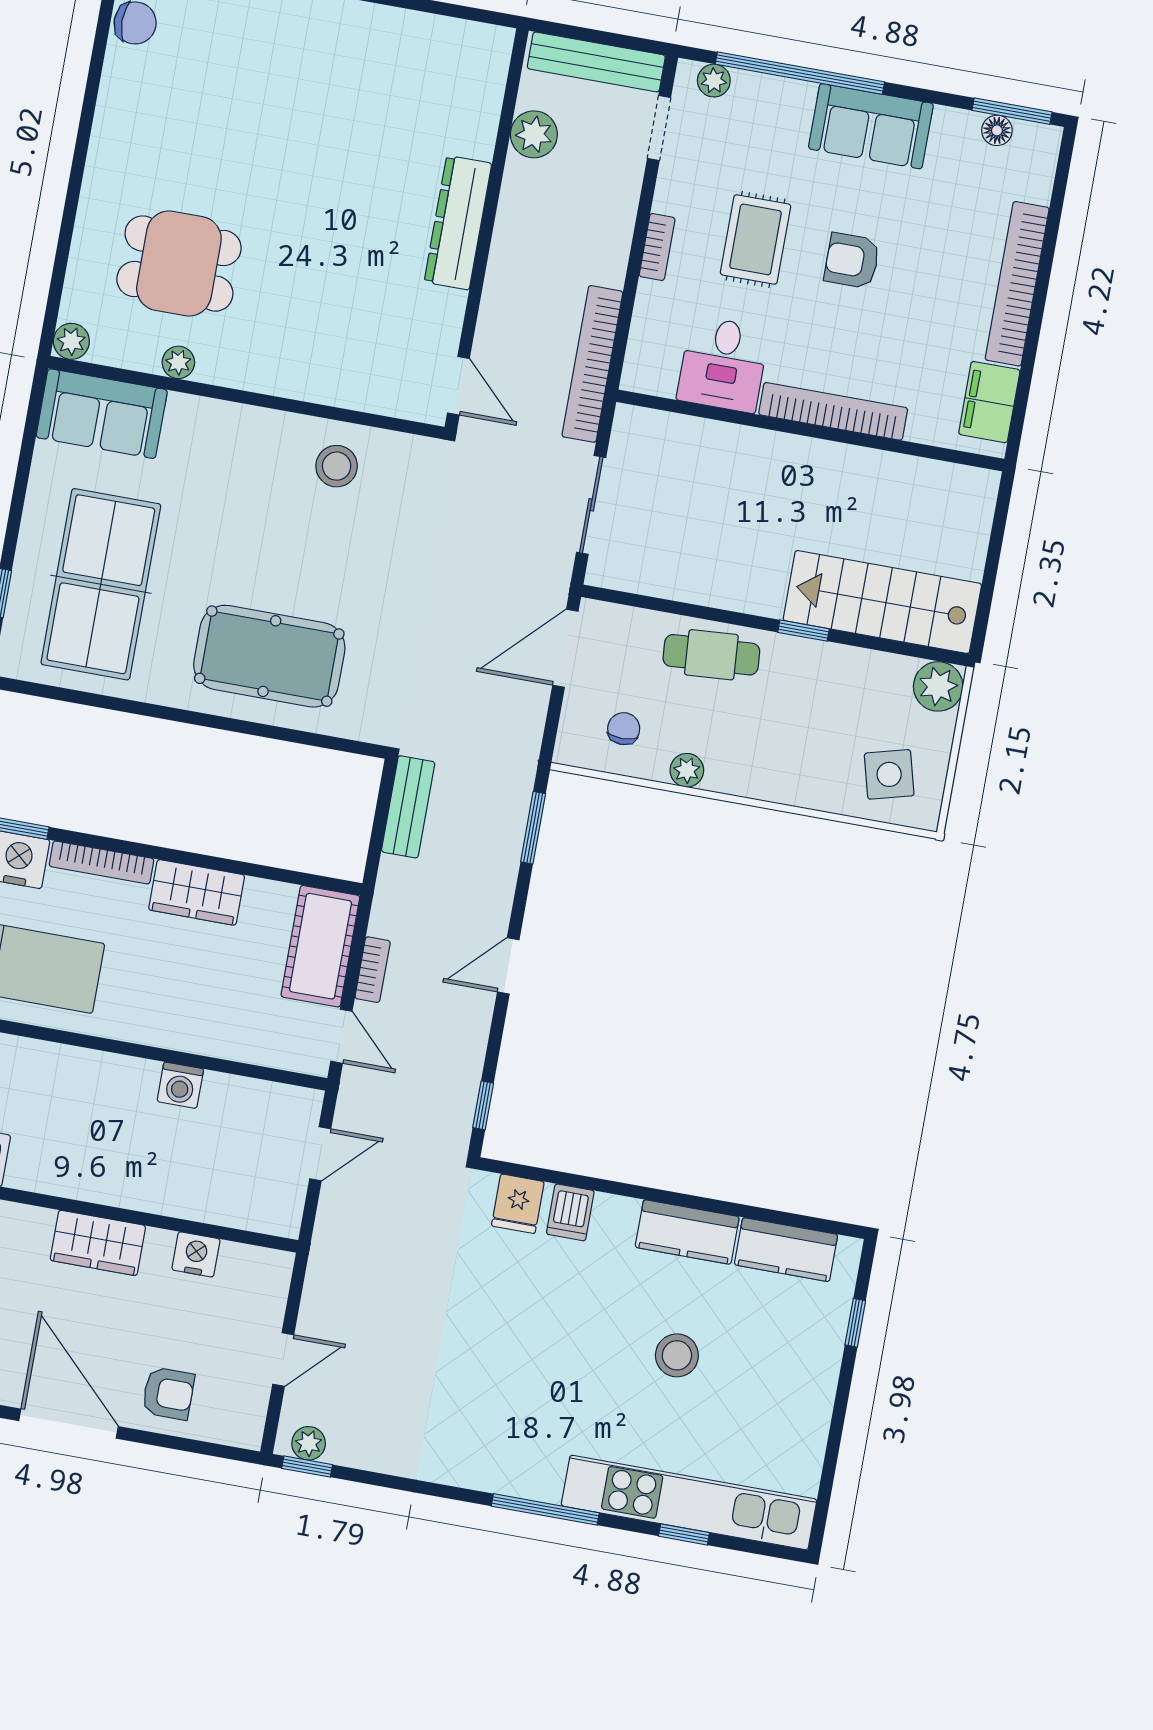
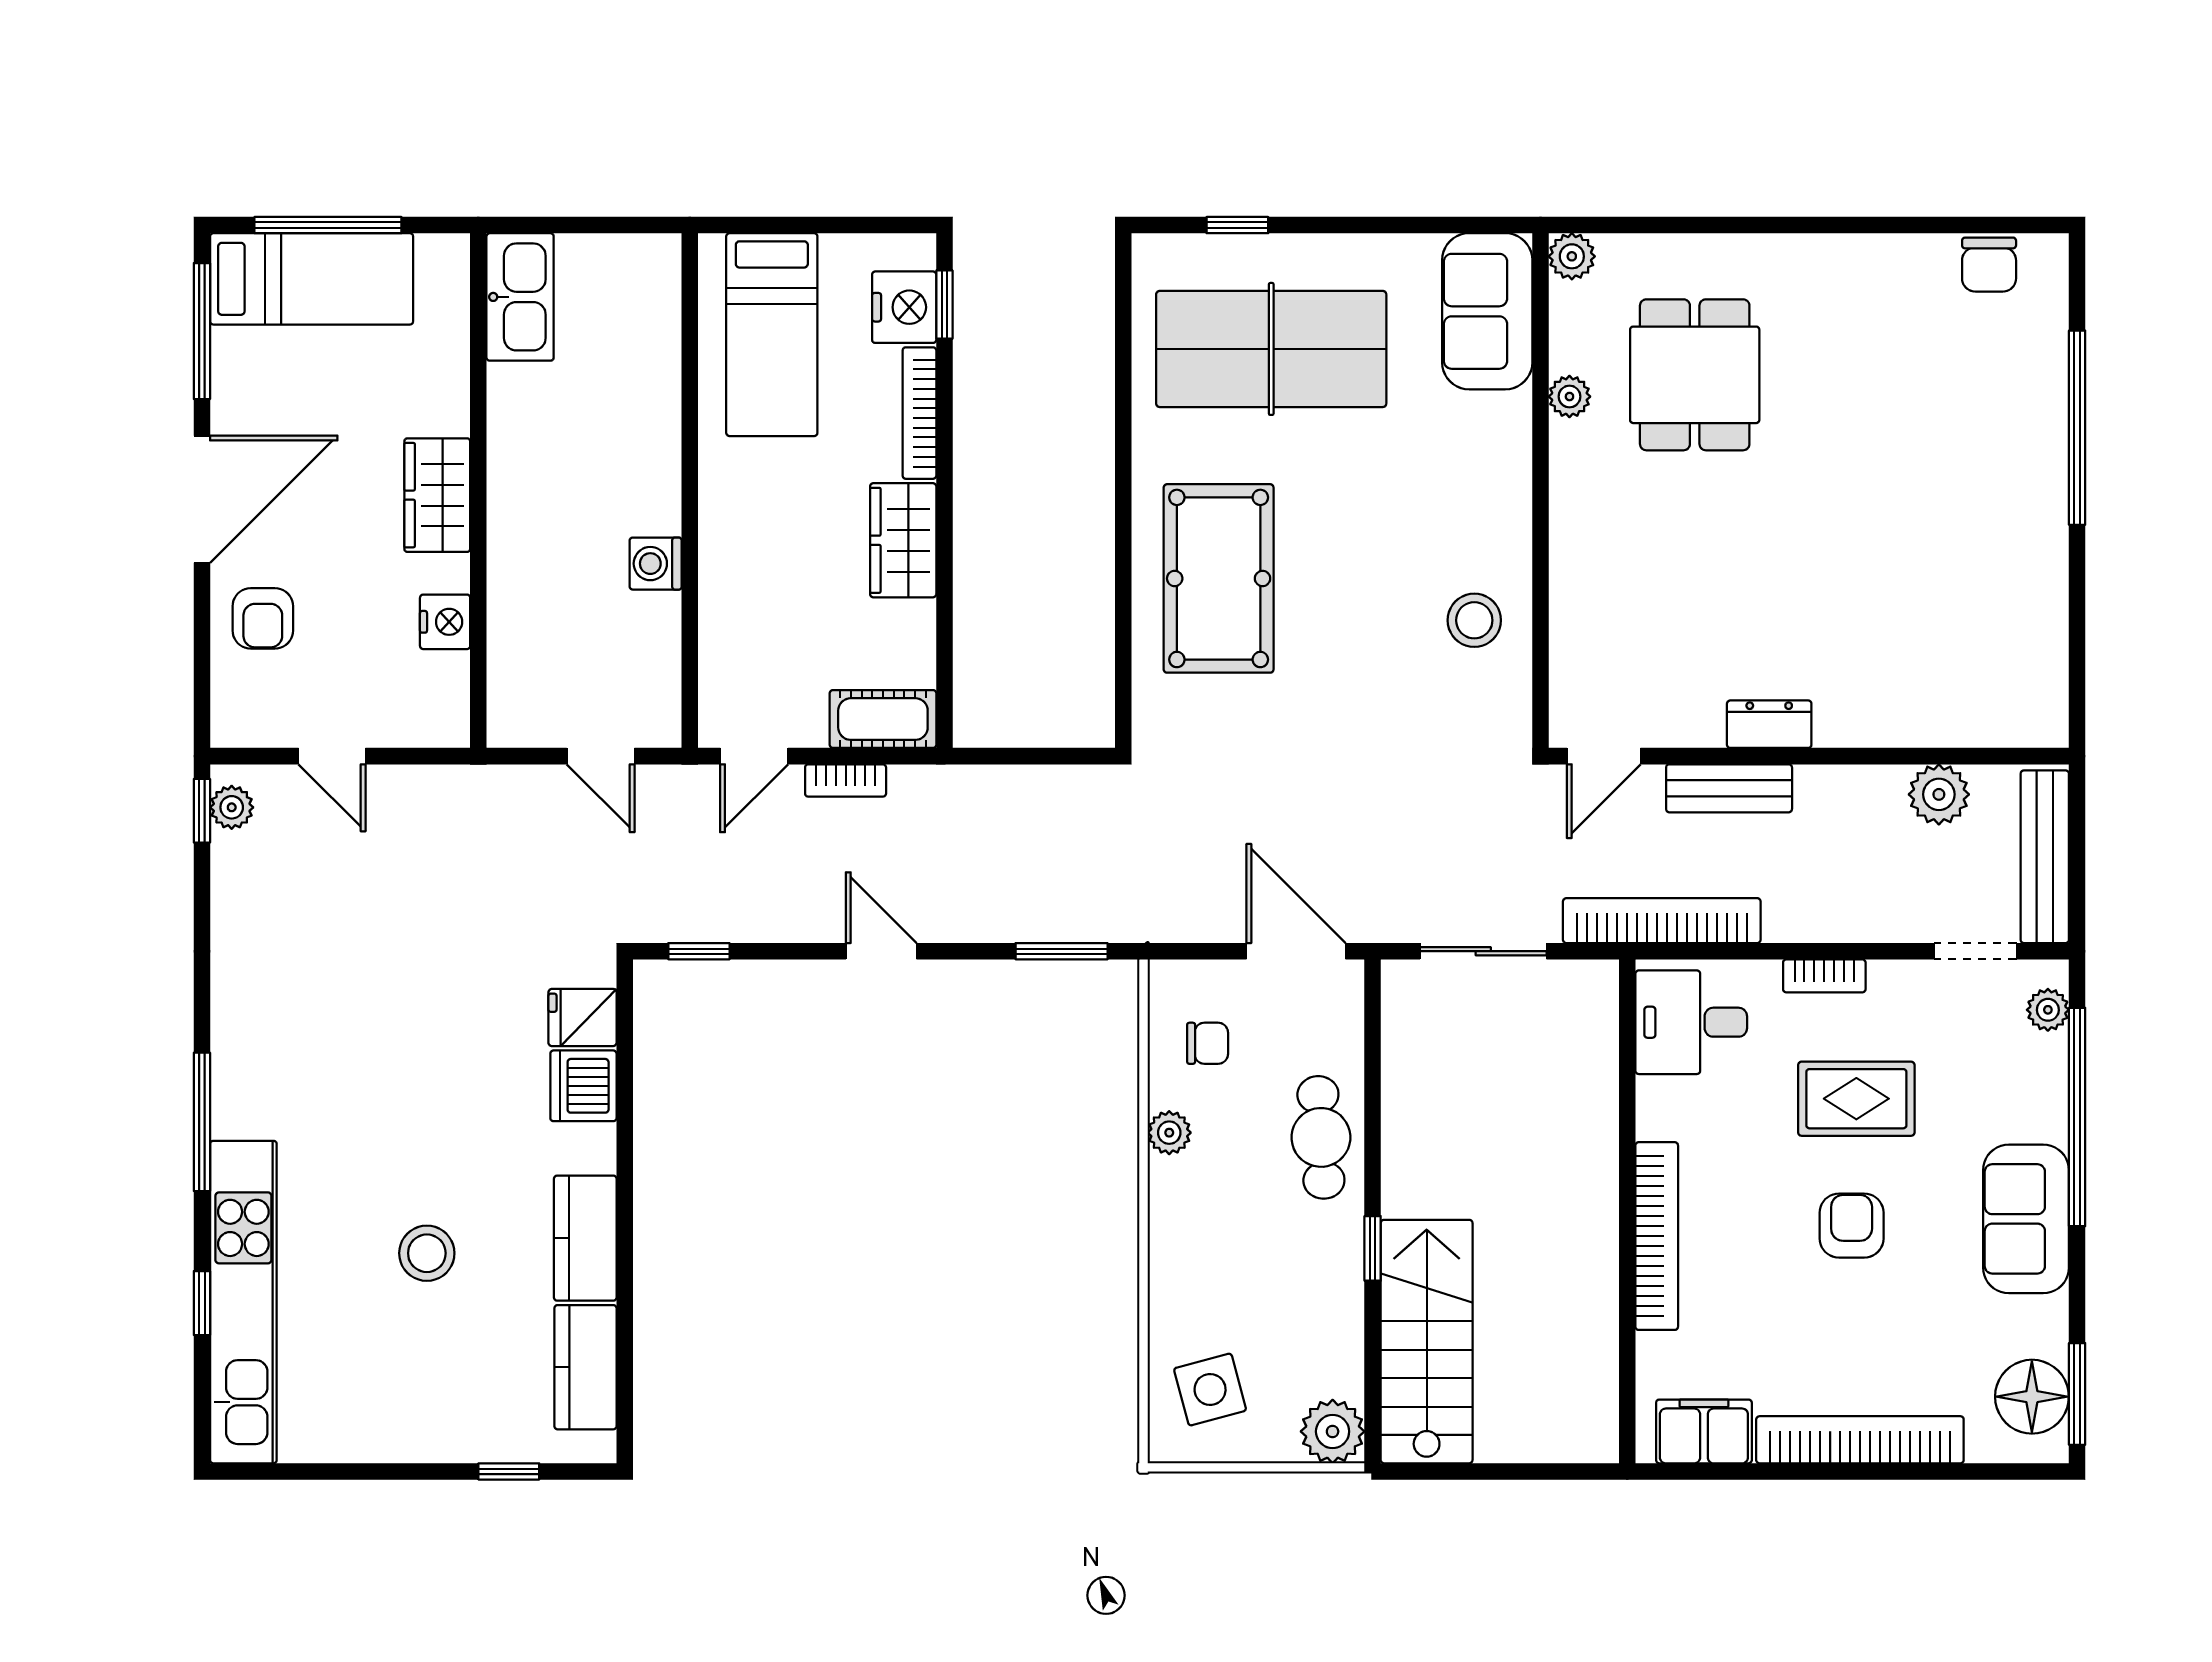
floor lamp: (997, 130) -> (2032, 1397), width x1.89, depth x1.89
dresser: (458, 223) -> (1769, 724), width x0.51, depth x0.80
desk: (723, 364) -> (1691, 1022), moved
bench: (408, 807) -> (1729, 788), moved
cot: (320, 946) -> (883, 719), width x0.73, depth x0.75
dishwasher: (570, 1212) -> (583, 1086), width x1.38

